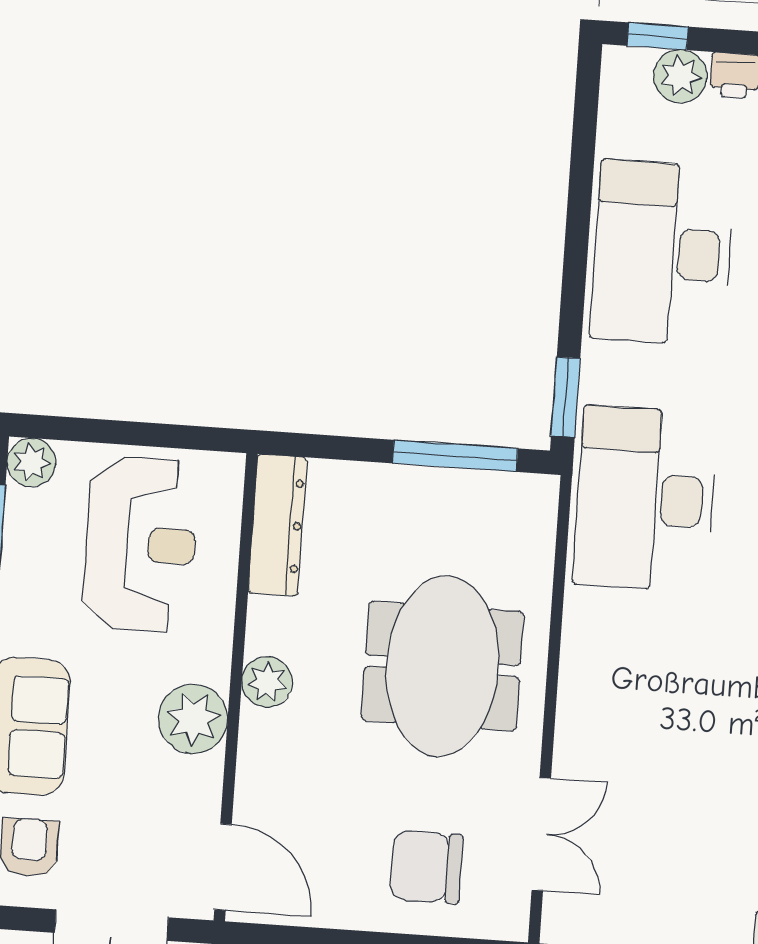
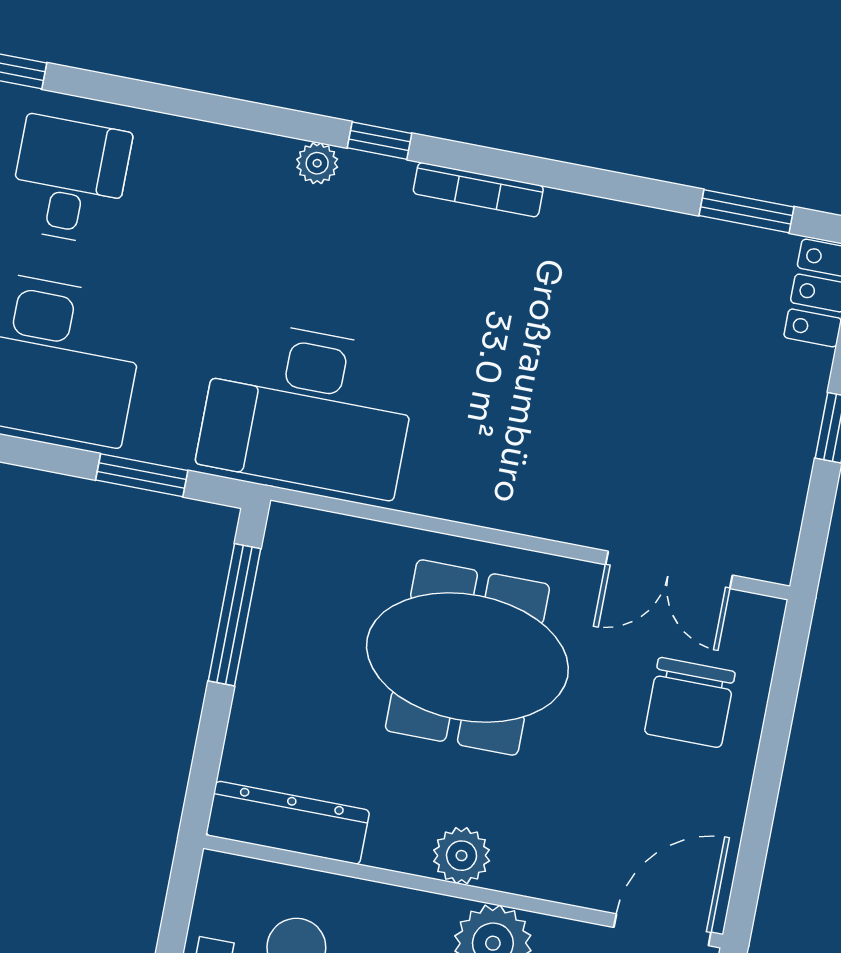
window: (566, 397) -> (142, 475), moved
double door: (541, 834) -> (669, 570), swing flipped

